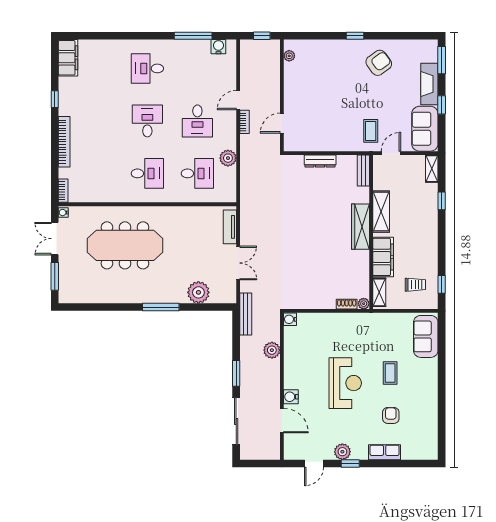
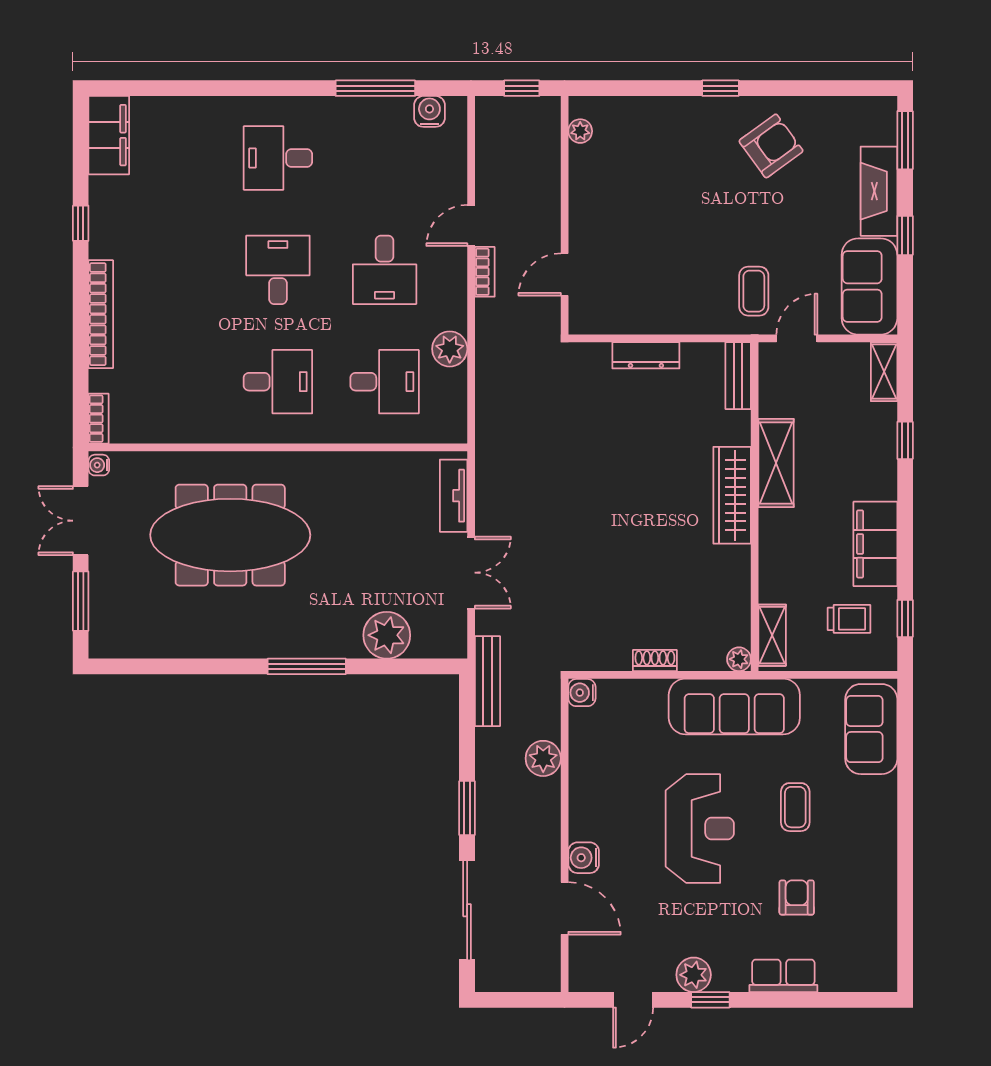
filing cabinet: (383, 257) -> (875, 544), moved, turned 180
shoe rack: (347, 304) -> (655, 660), moved
sofa: (361, 326) -> (734, 706), added

